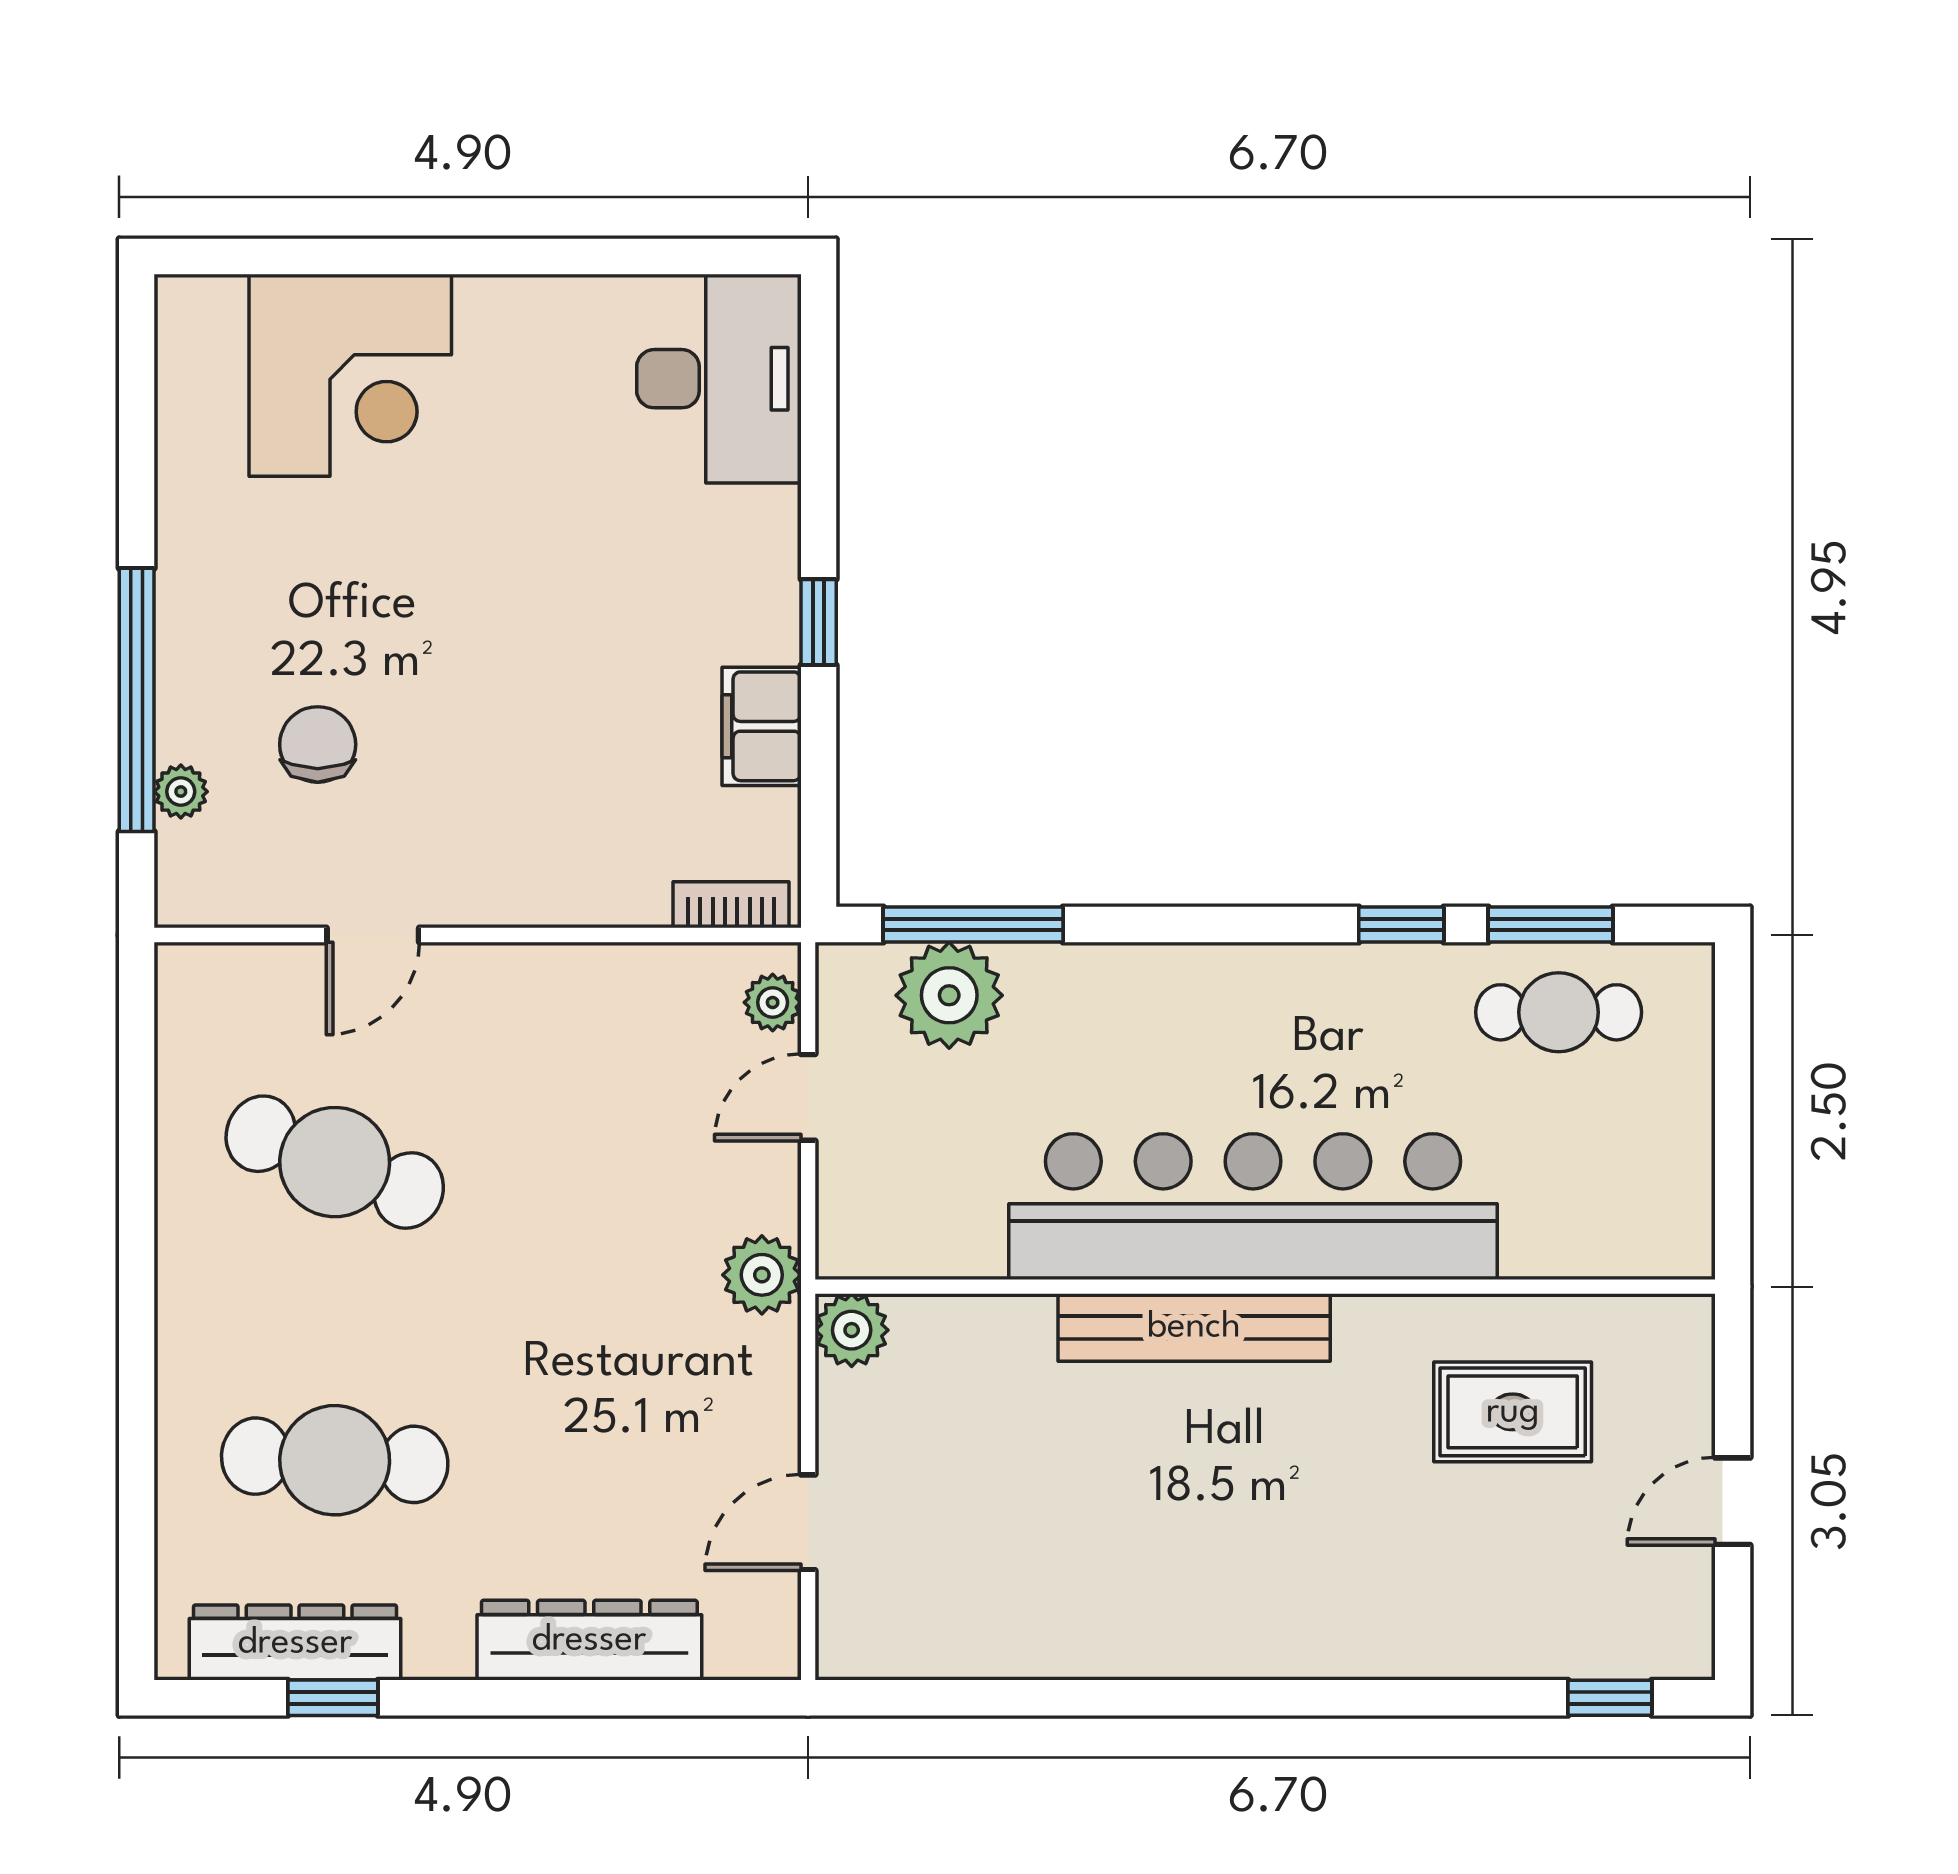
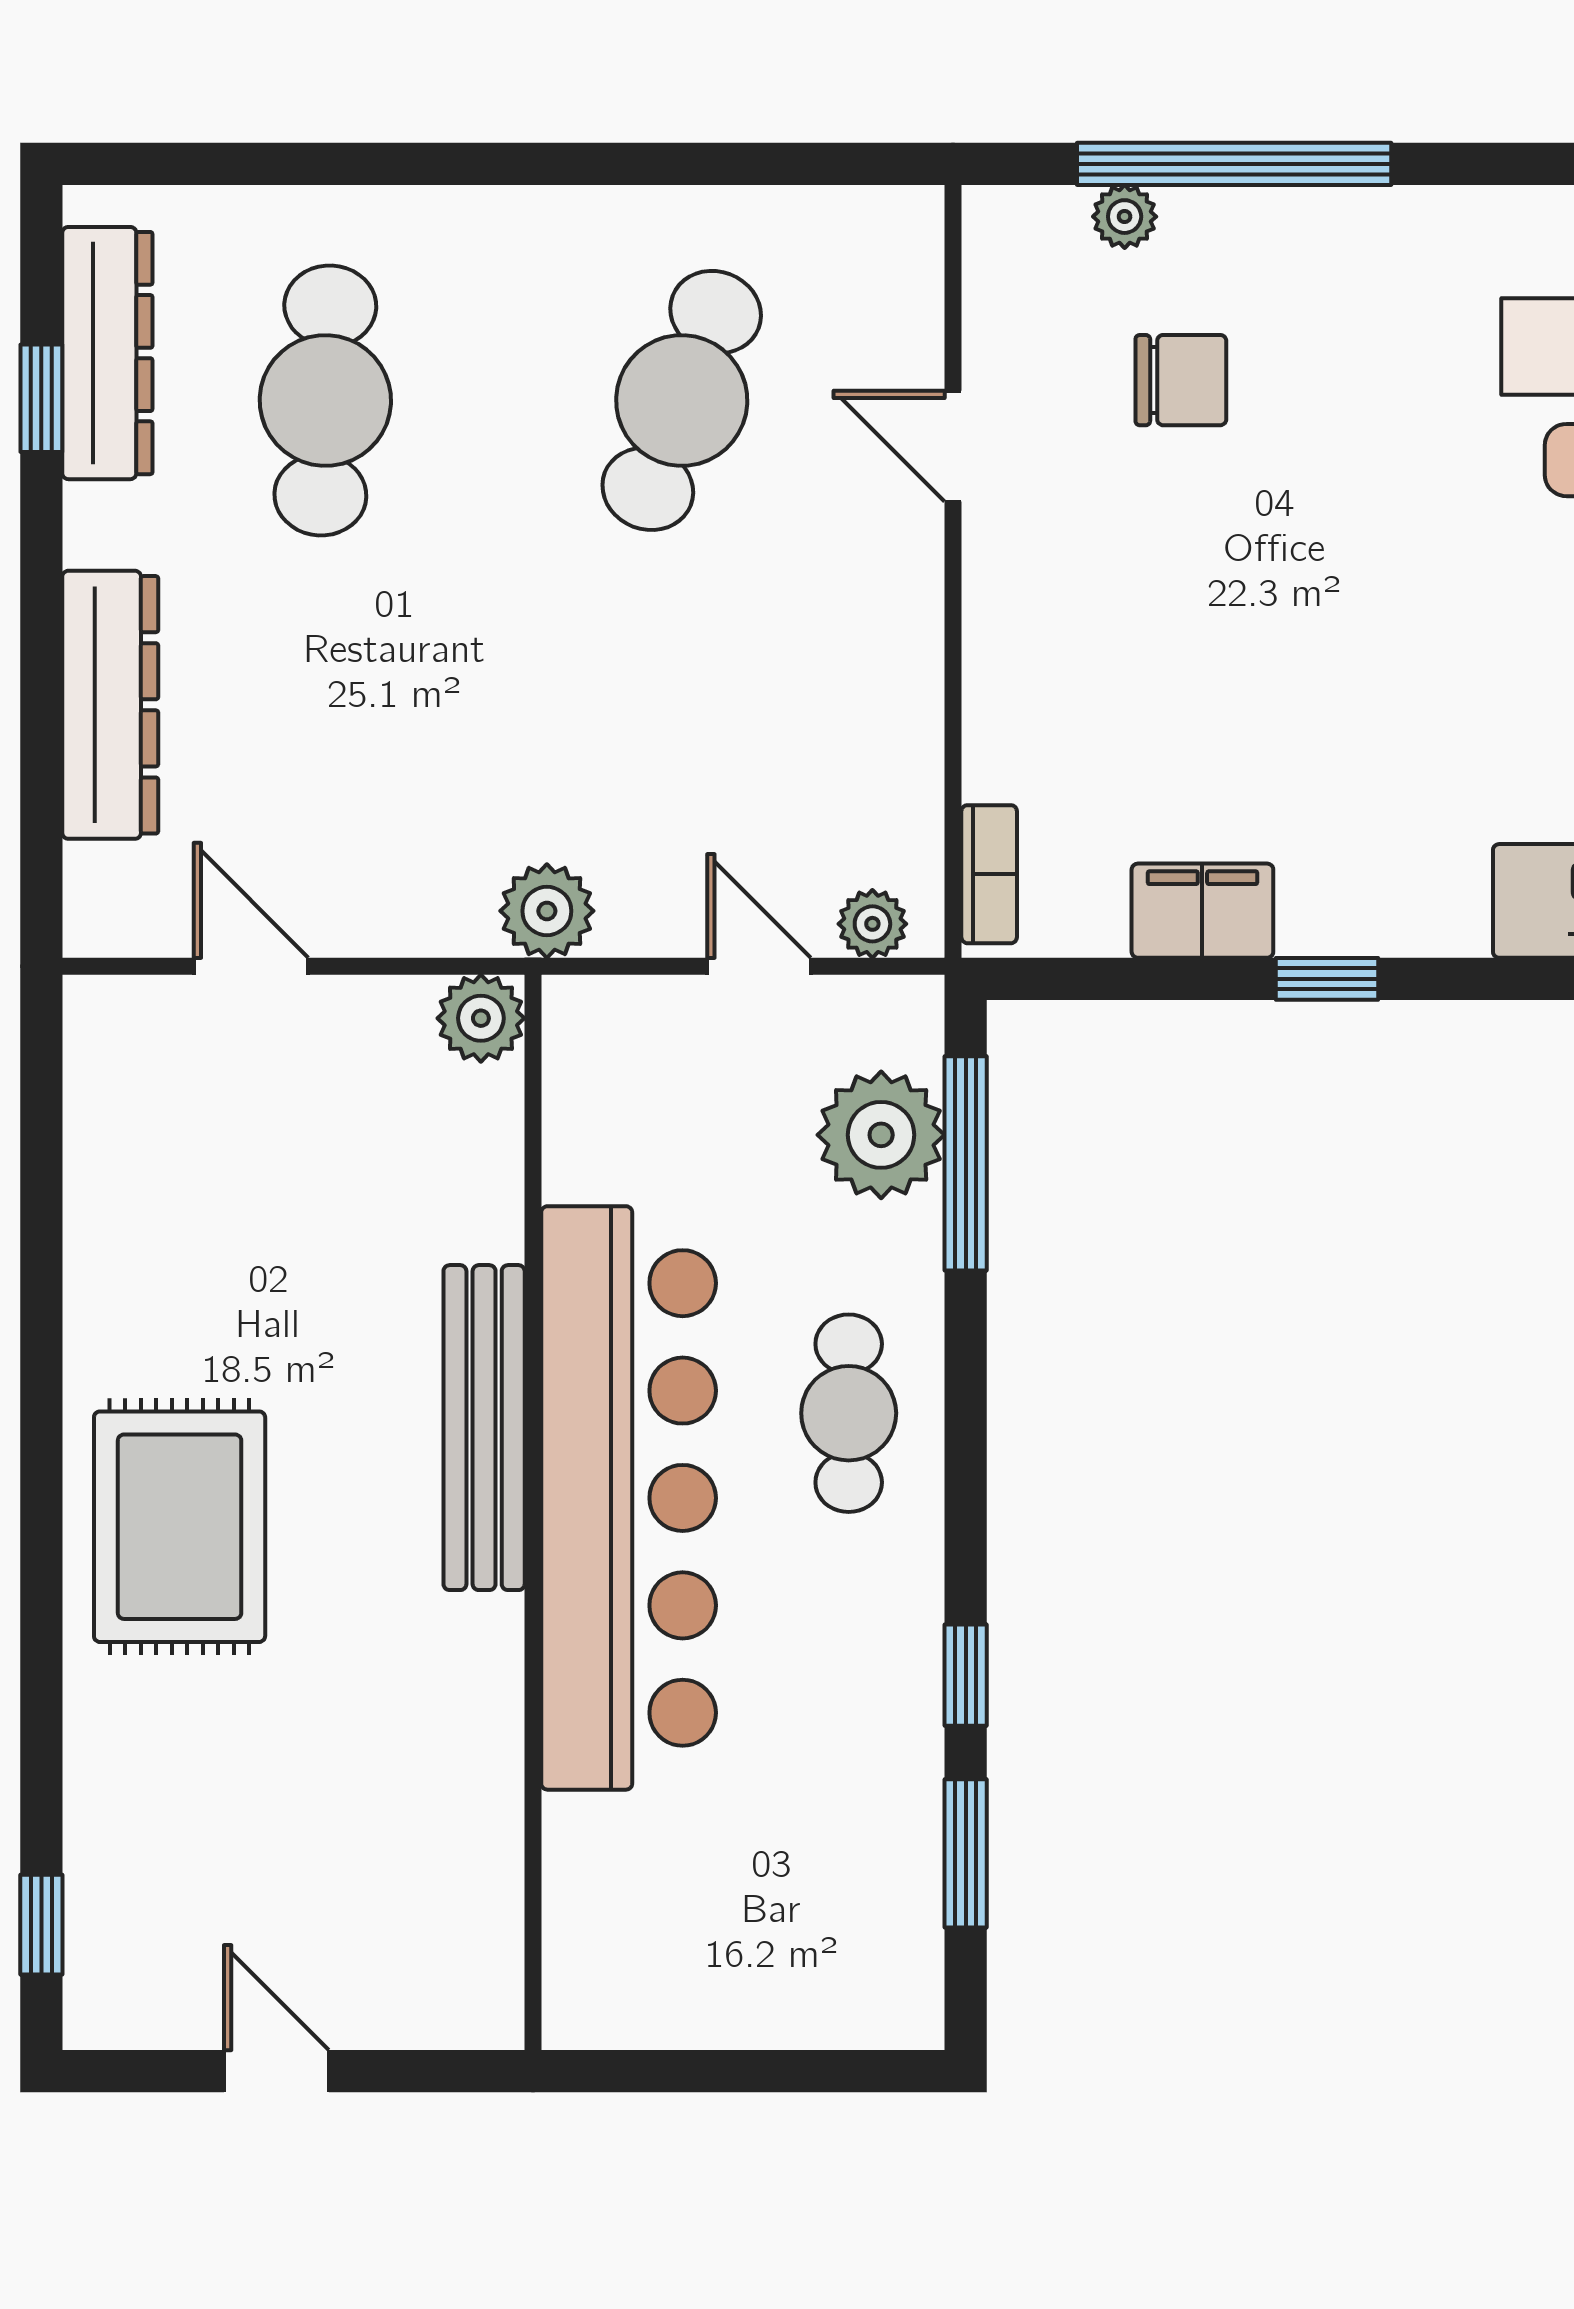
cafe table: (1559, 1012) -> (849, 1413), moved
rug: (1513, 1412) -> (180, 1527), moved, width x1.36, depth x1.43

